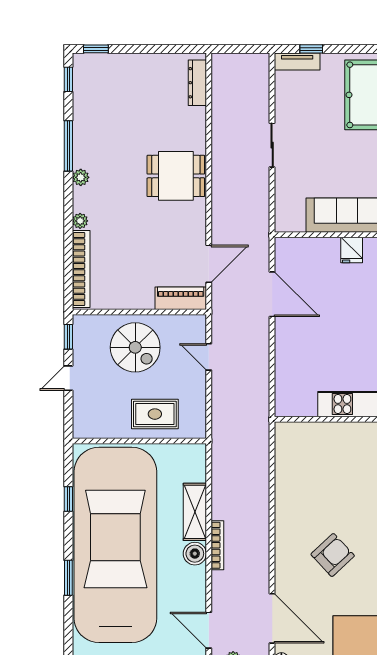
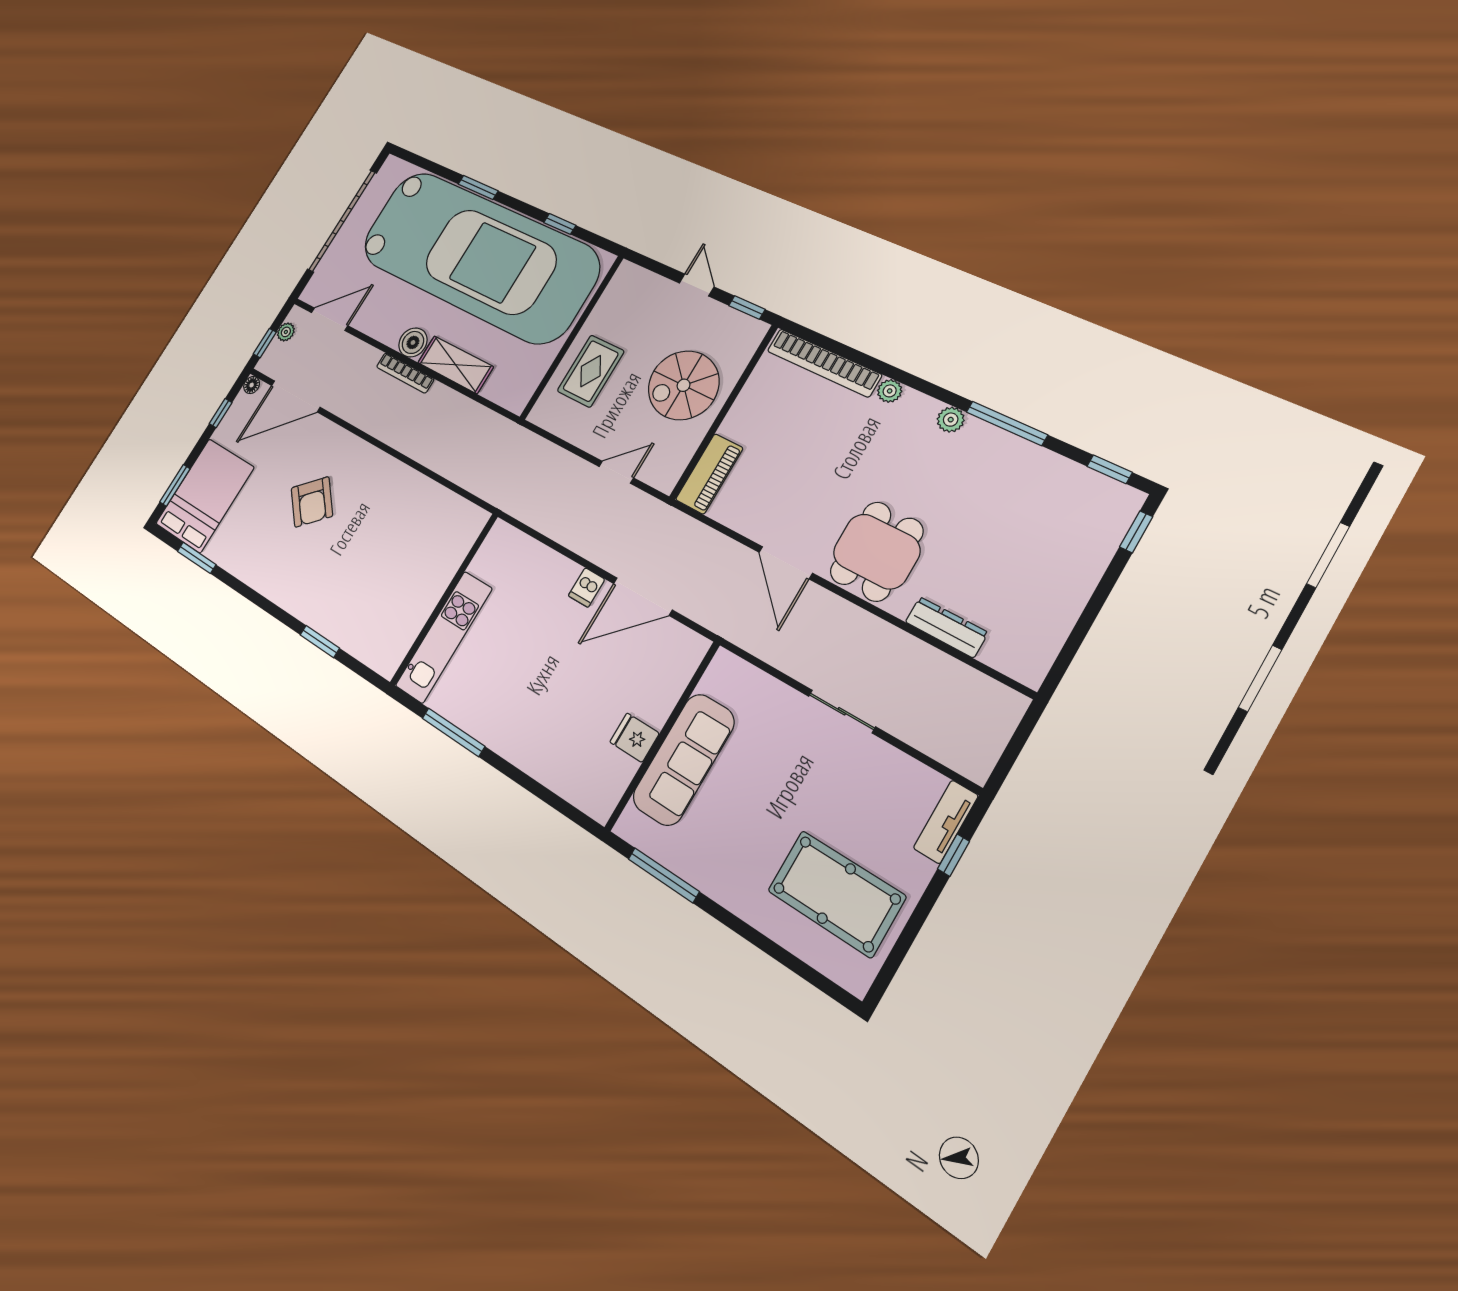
dresser: (197, 83) -> (946, 627), moved
door: (209, 264) -> (786, 563), moved
dishwasher: (285, 332) -> (587, 587), added

